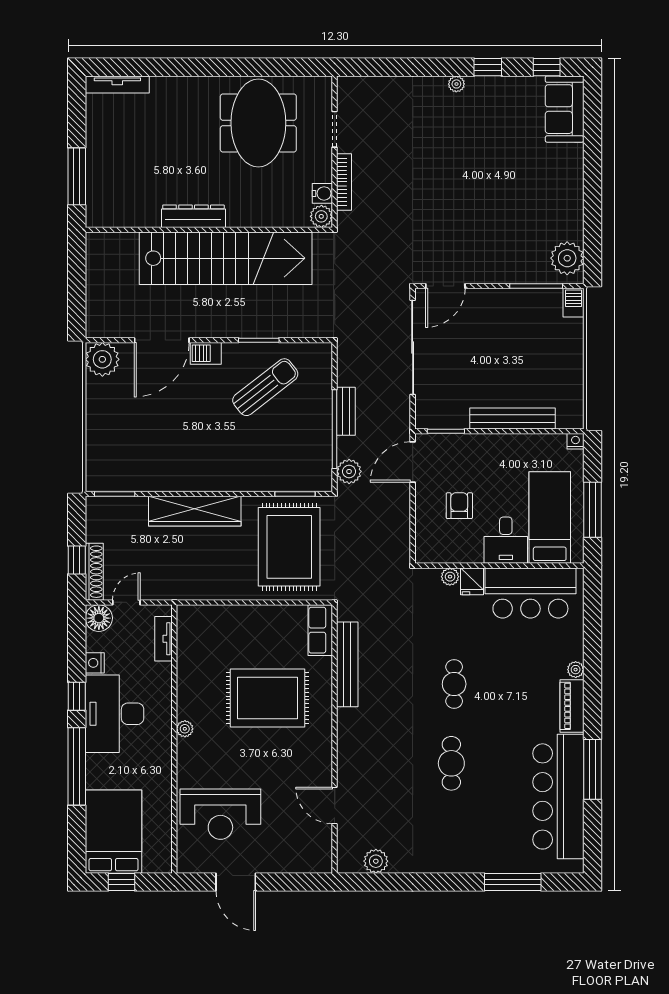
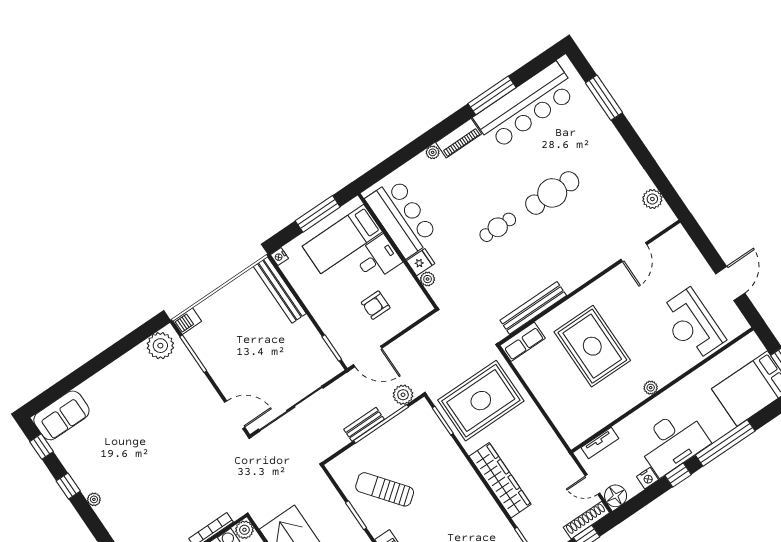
bench: (513, 418) -> (280, 290), moved
cafe table: (451, 763) -> (552, 193), width x1.37, depth x1.35
reception desk: (220, 814) -> (692, 325), turned 180

